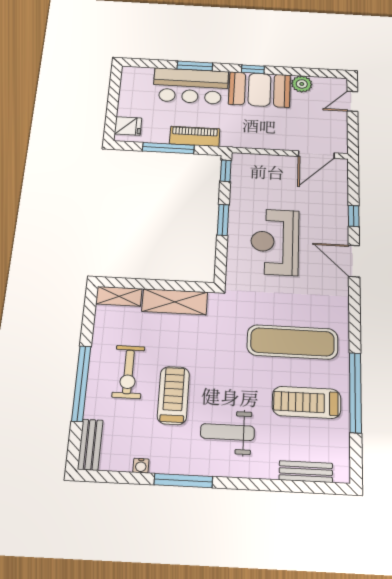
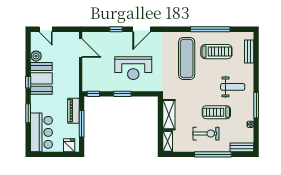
bar counter: (191, 86) -> (41, 132), moved
treadmill: (307, 402) -> (216, 52), turned -90
weight bench: (227, 432) -> (233, 87), turned -90

